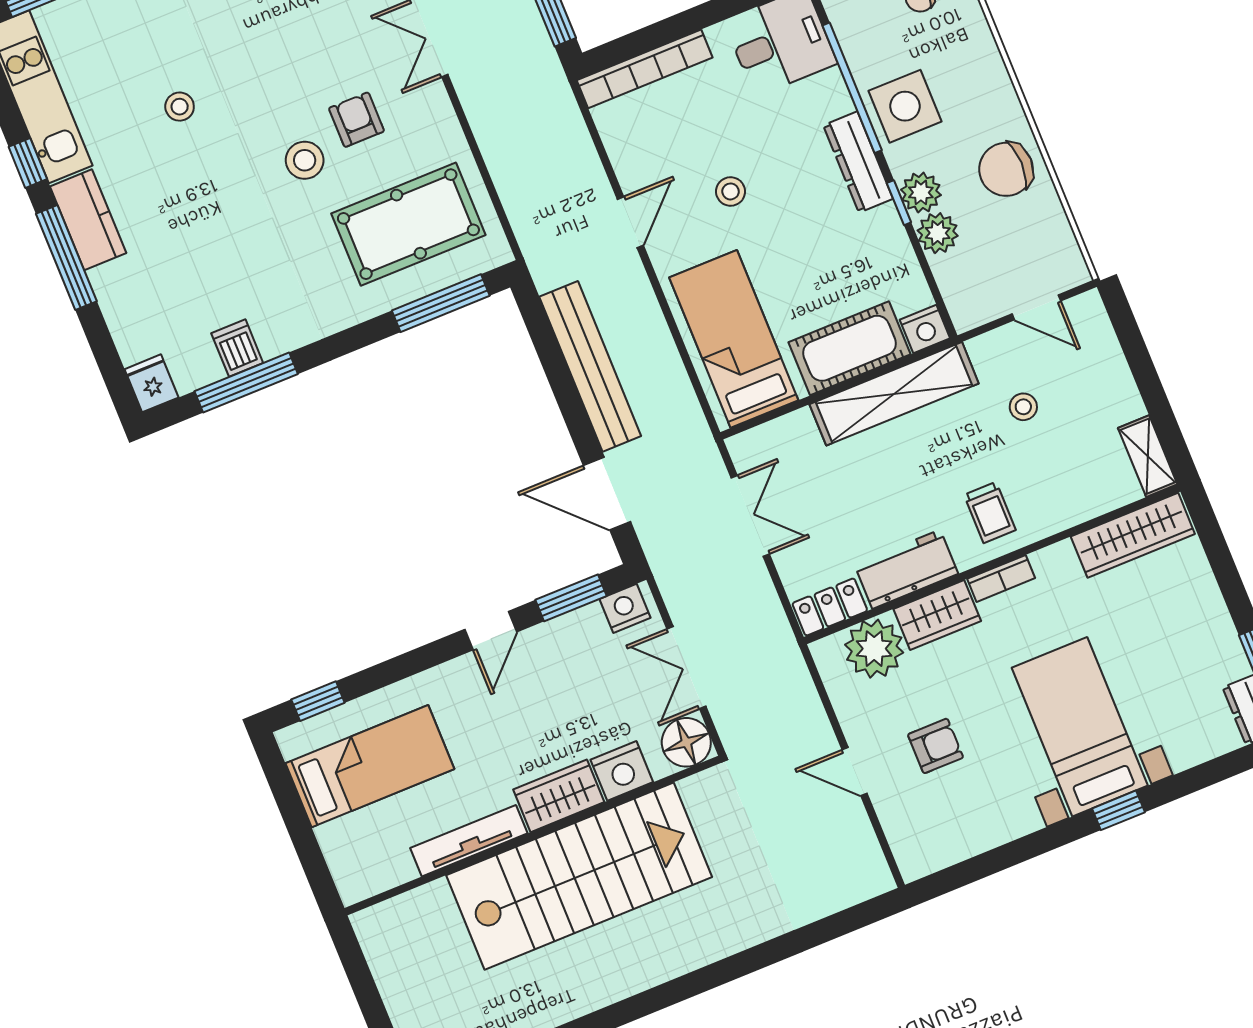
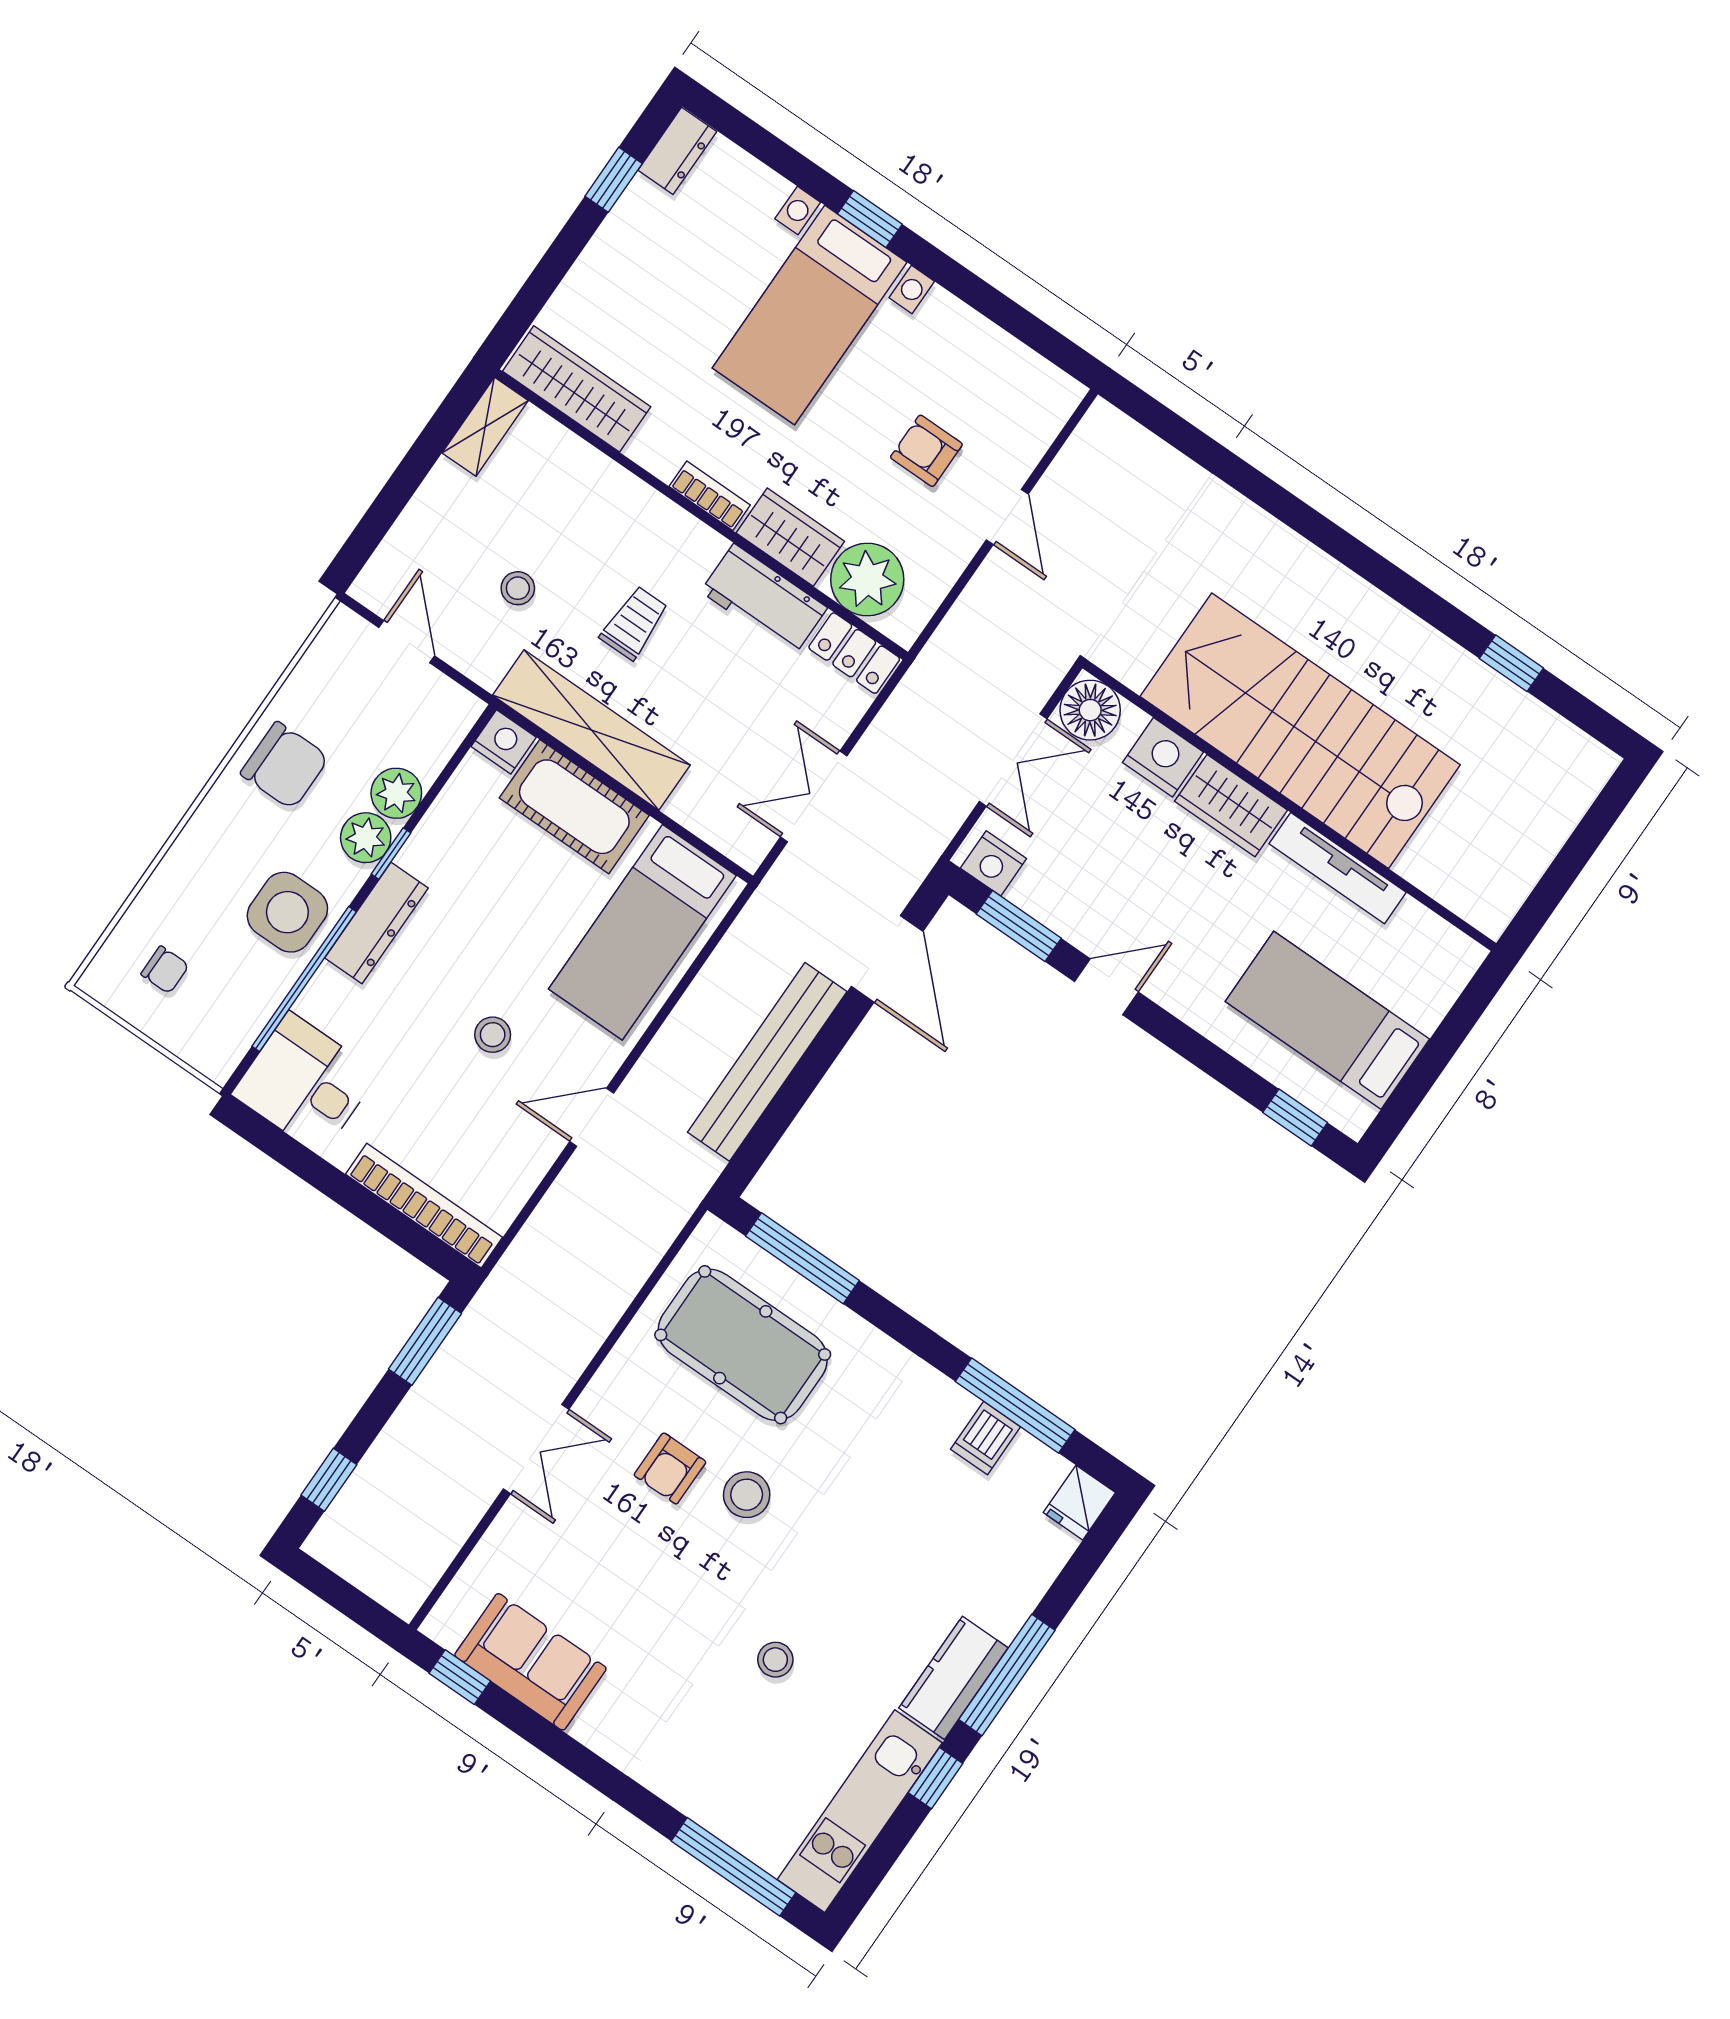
trolley: (990, 513) -> (634, 623), moved

